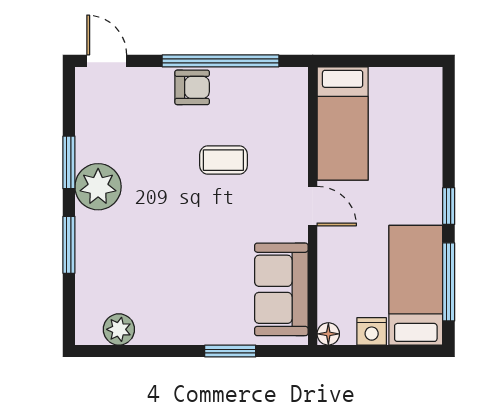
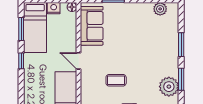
plant: (98, 187) -> (169, 87), moved
window: (449, 282) -> (21, 29), width x0.69

